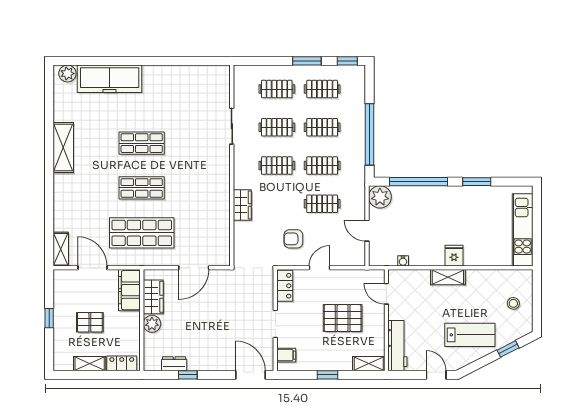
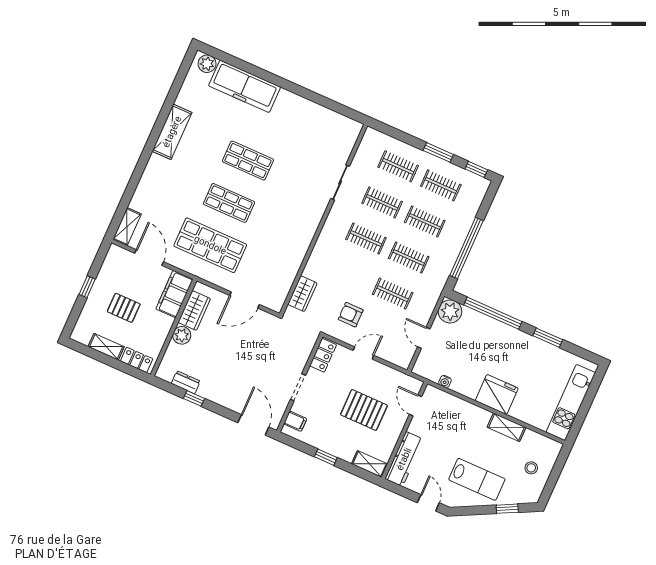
wardrobe: (242, 205) -> (302, 294), moved
fridge: (454, 256) -> (497, 394), width x1.88, depth x1.34
shelving: (448, 277) -> (507, 427), moved

